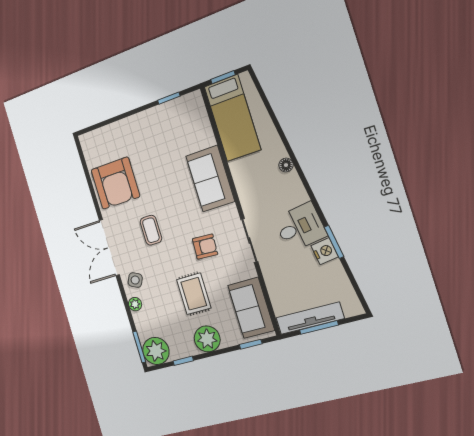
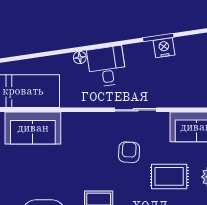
sofa: (210, 179) -> (33, 128), moved
desk: (300, 227) -> (107, 66), moved

